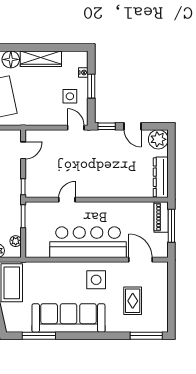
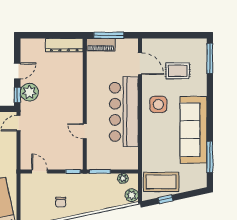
plant: (158, 139) -> (29, 92), moved
door: (140, 260) -> (140, 64), swing flipped

